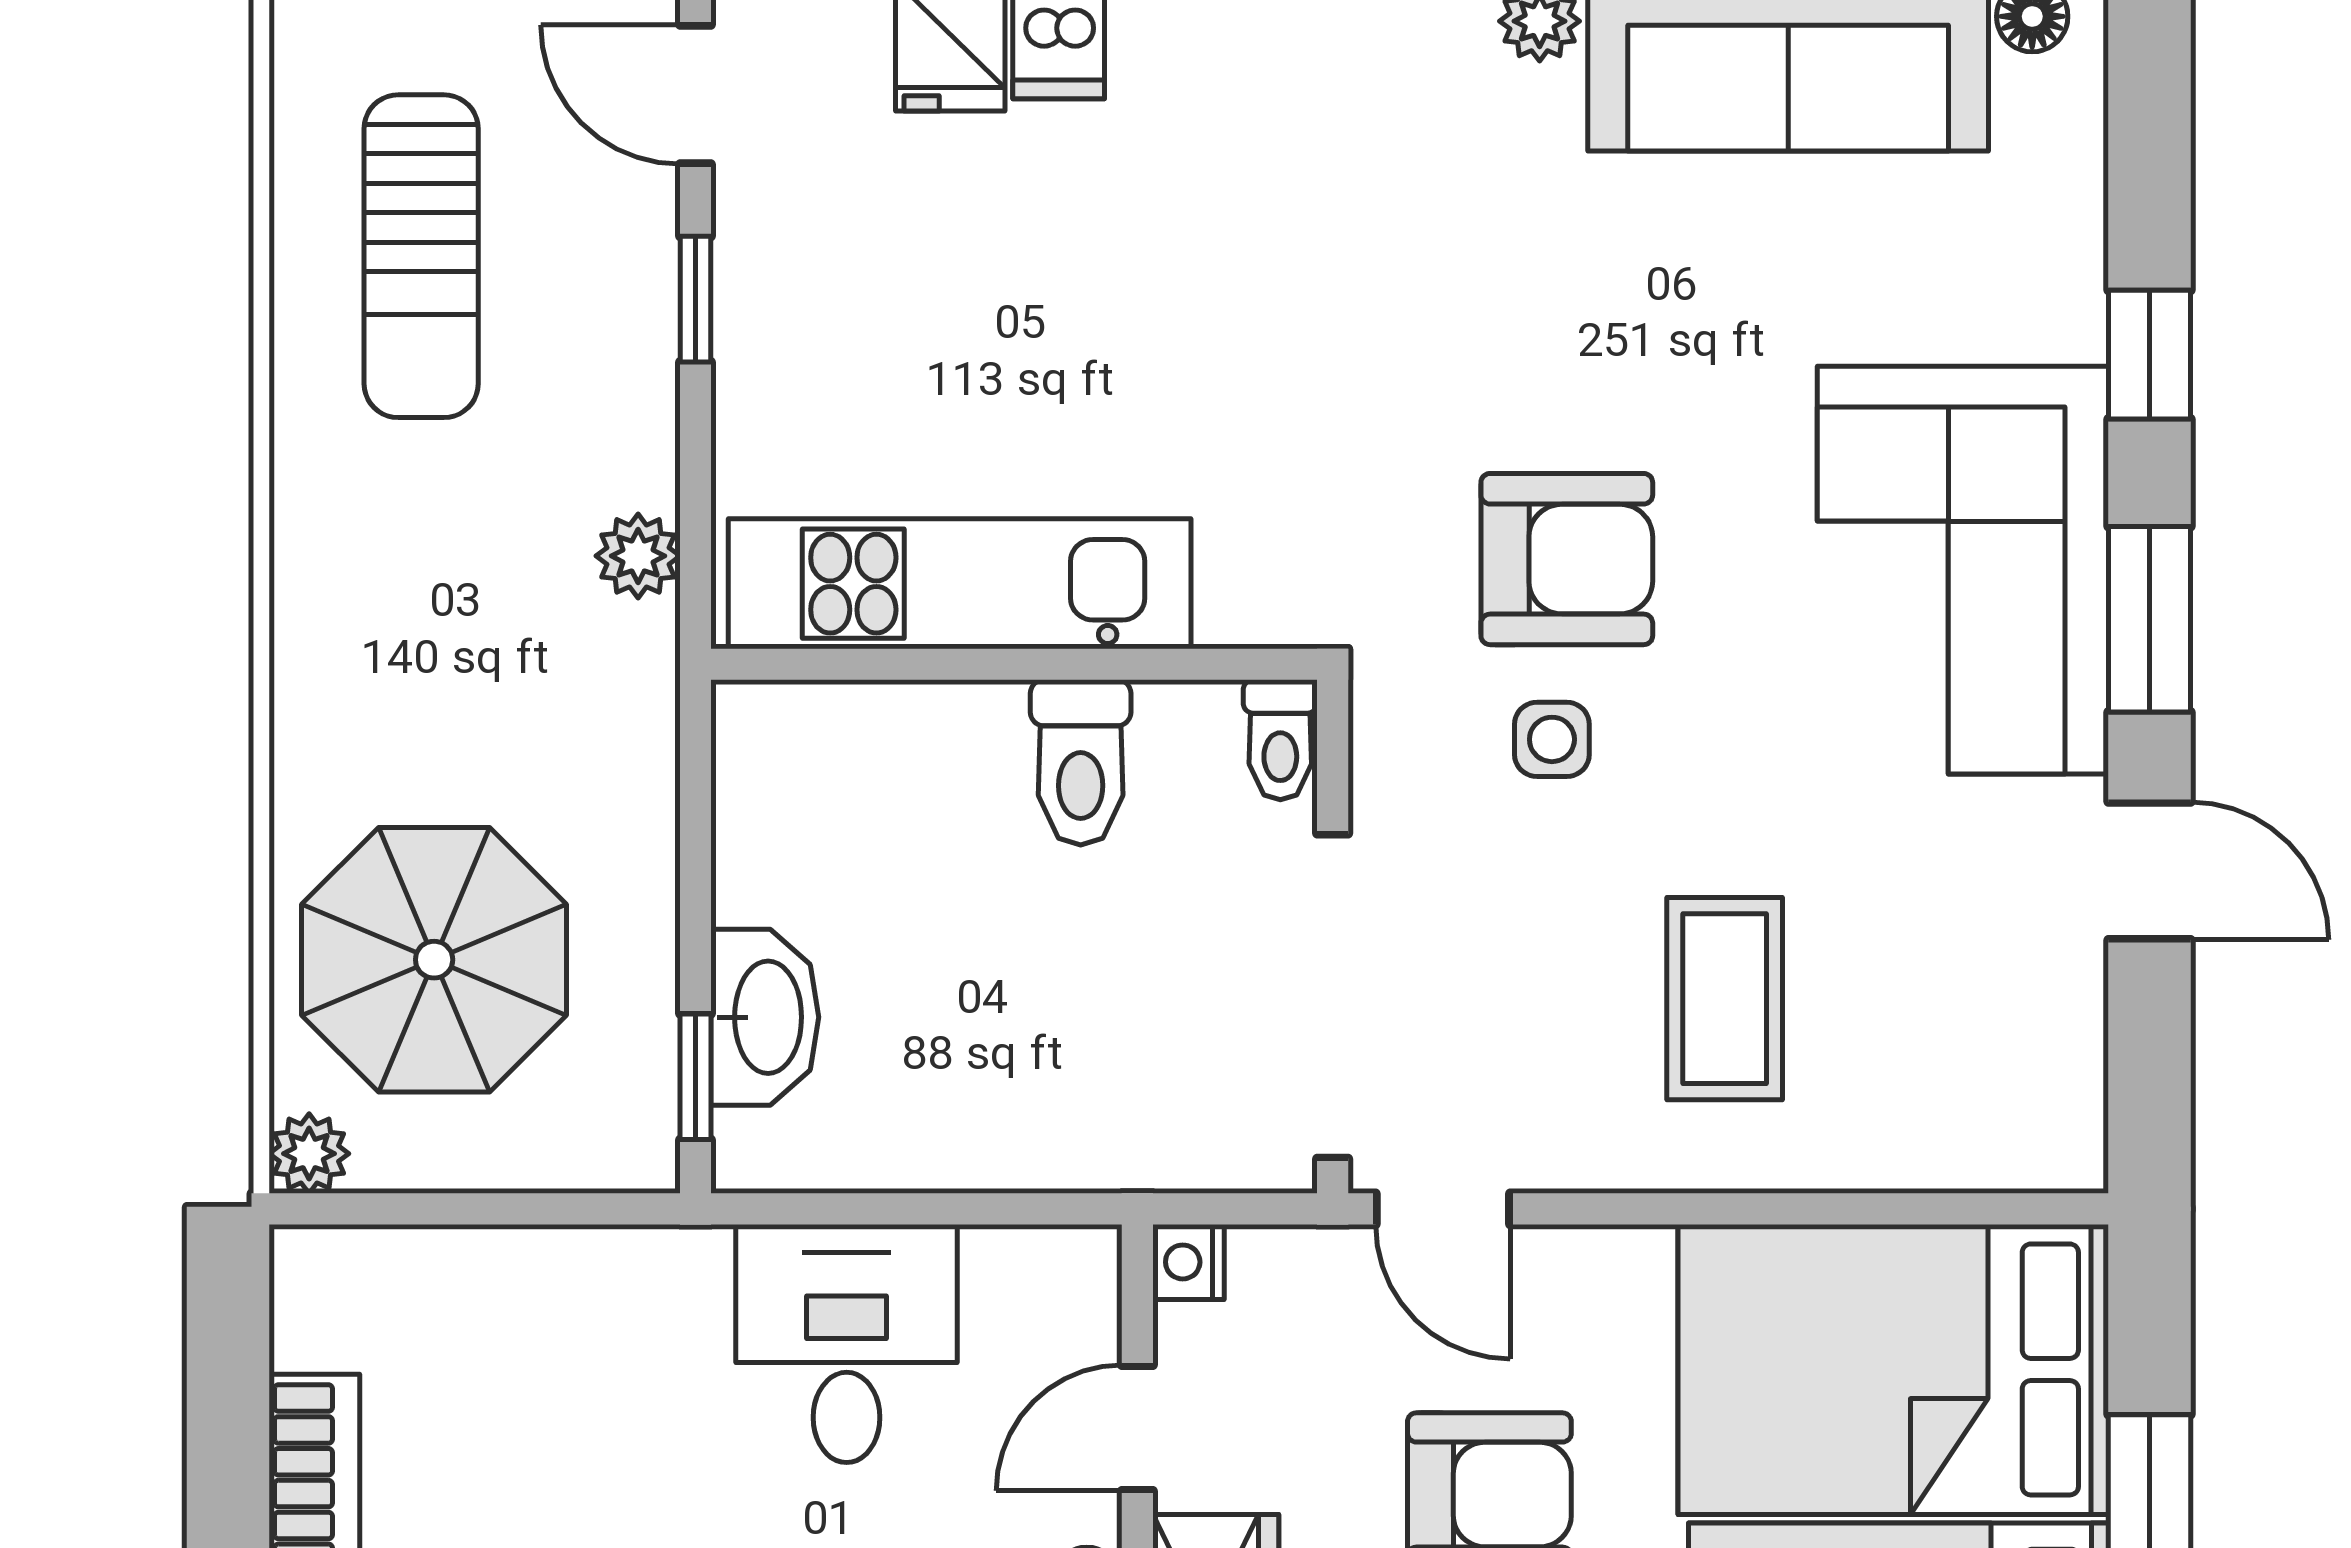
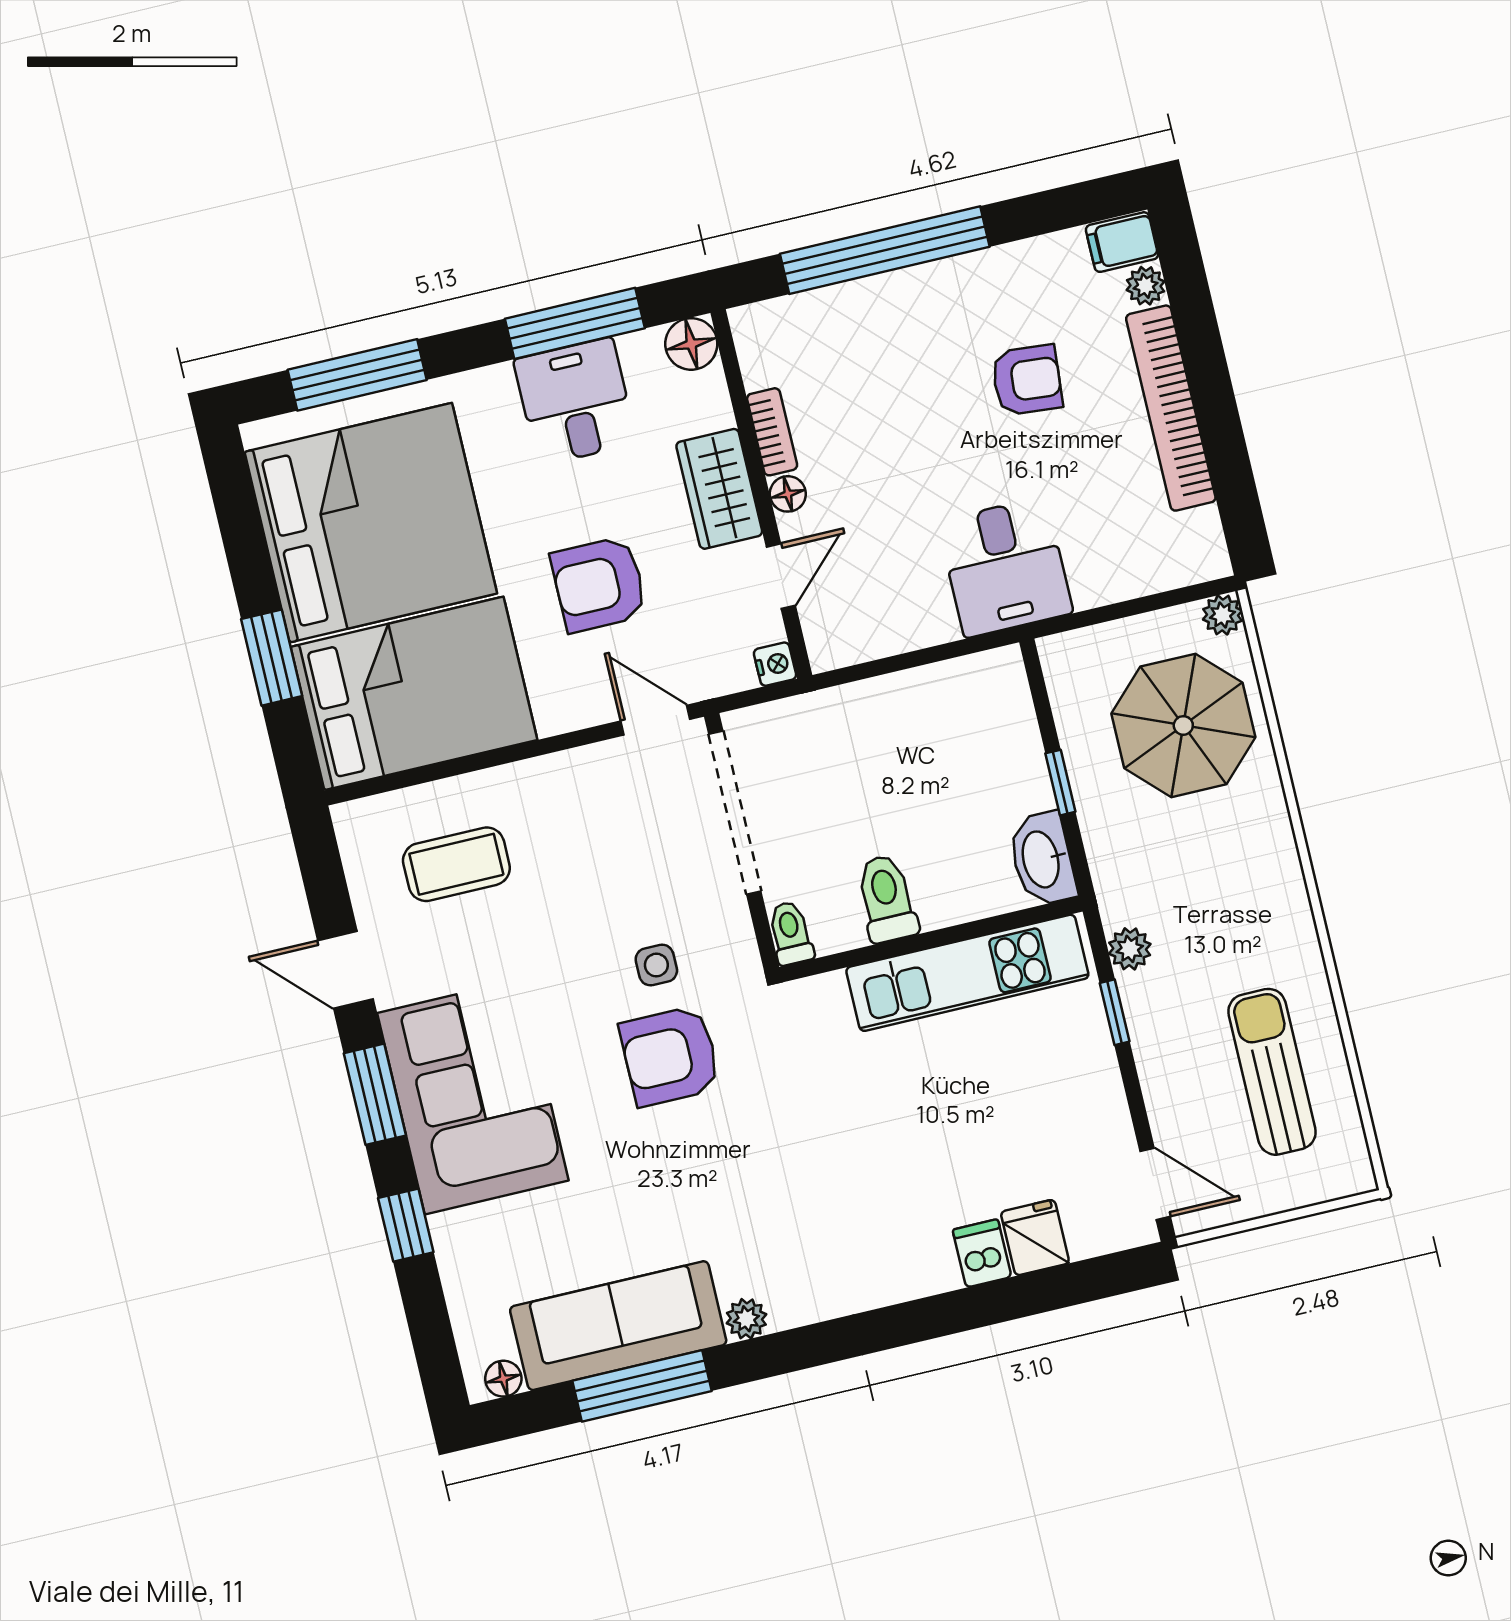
window: (696, 299) -> (1115, 1012), moved
coffee table: (1725, 999) -> (456, 864), moved, turned 90
washbasin: (765, 1017) -> (1042, 859), moved
window: (696, 1077) -> (1060, 783), moved
desk: (847, 1343) -> (1005, 567), moved

